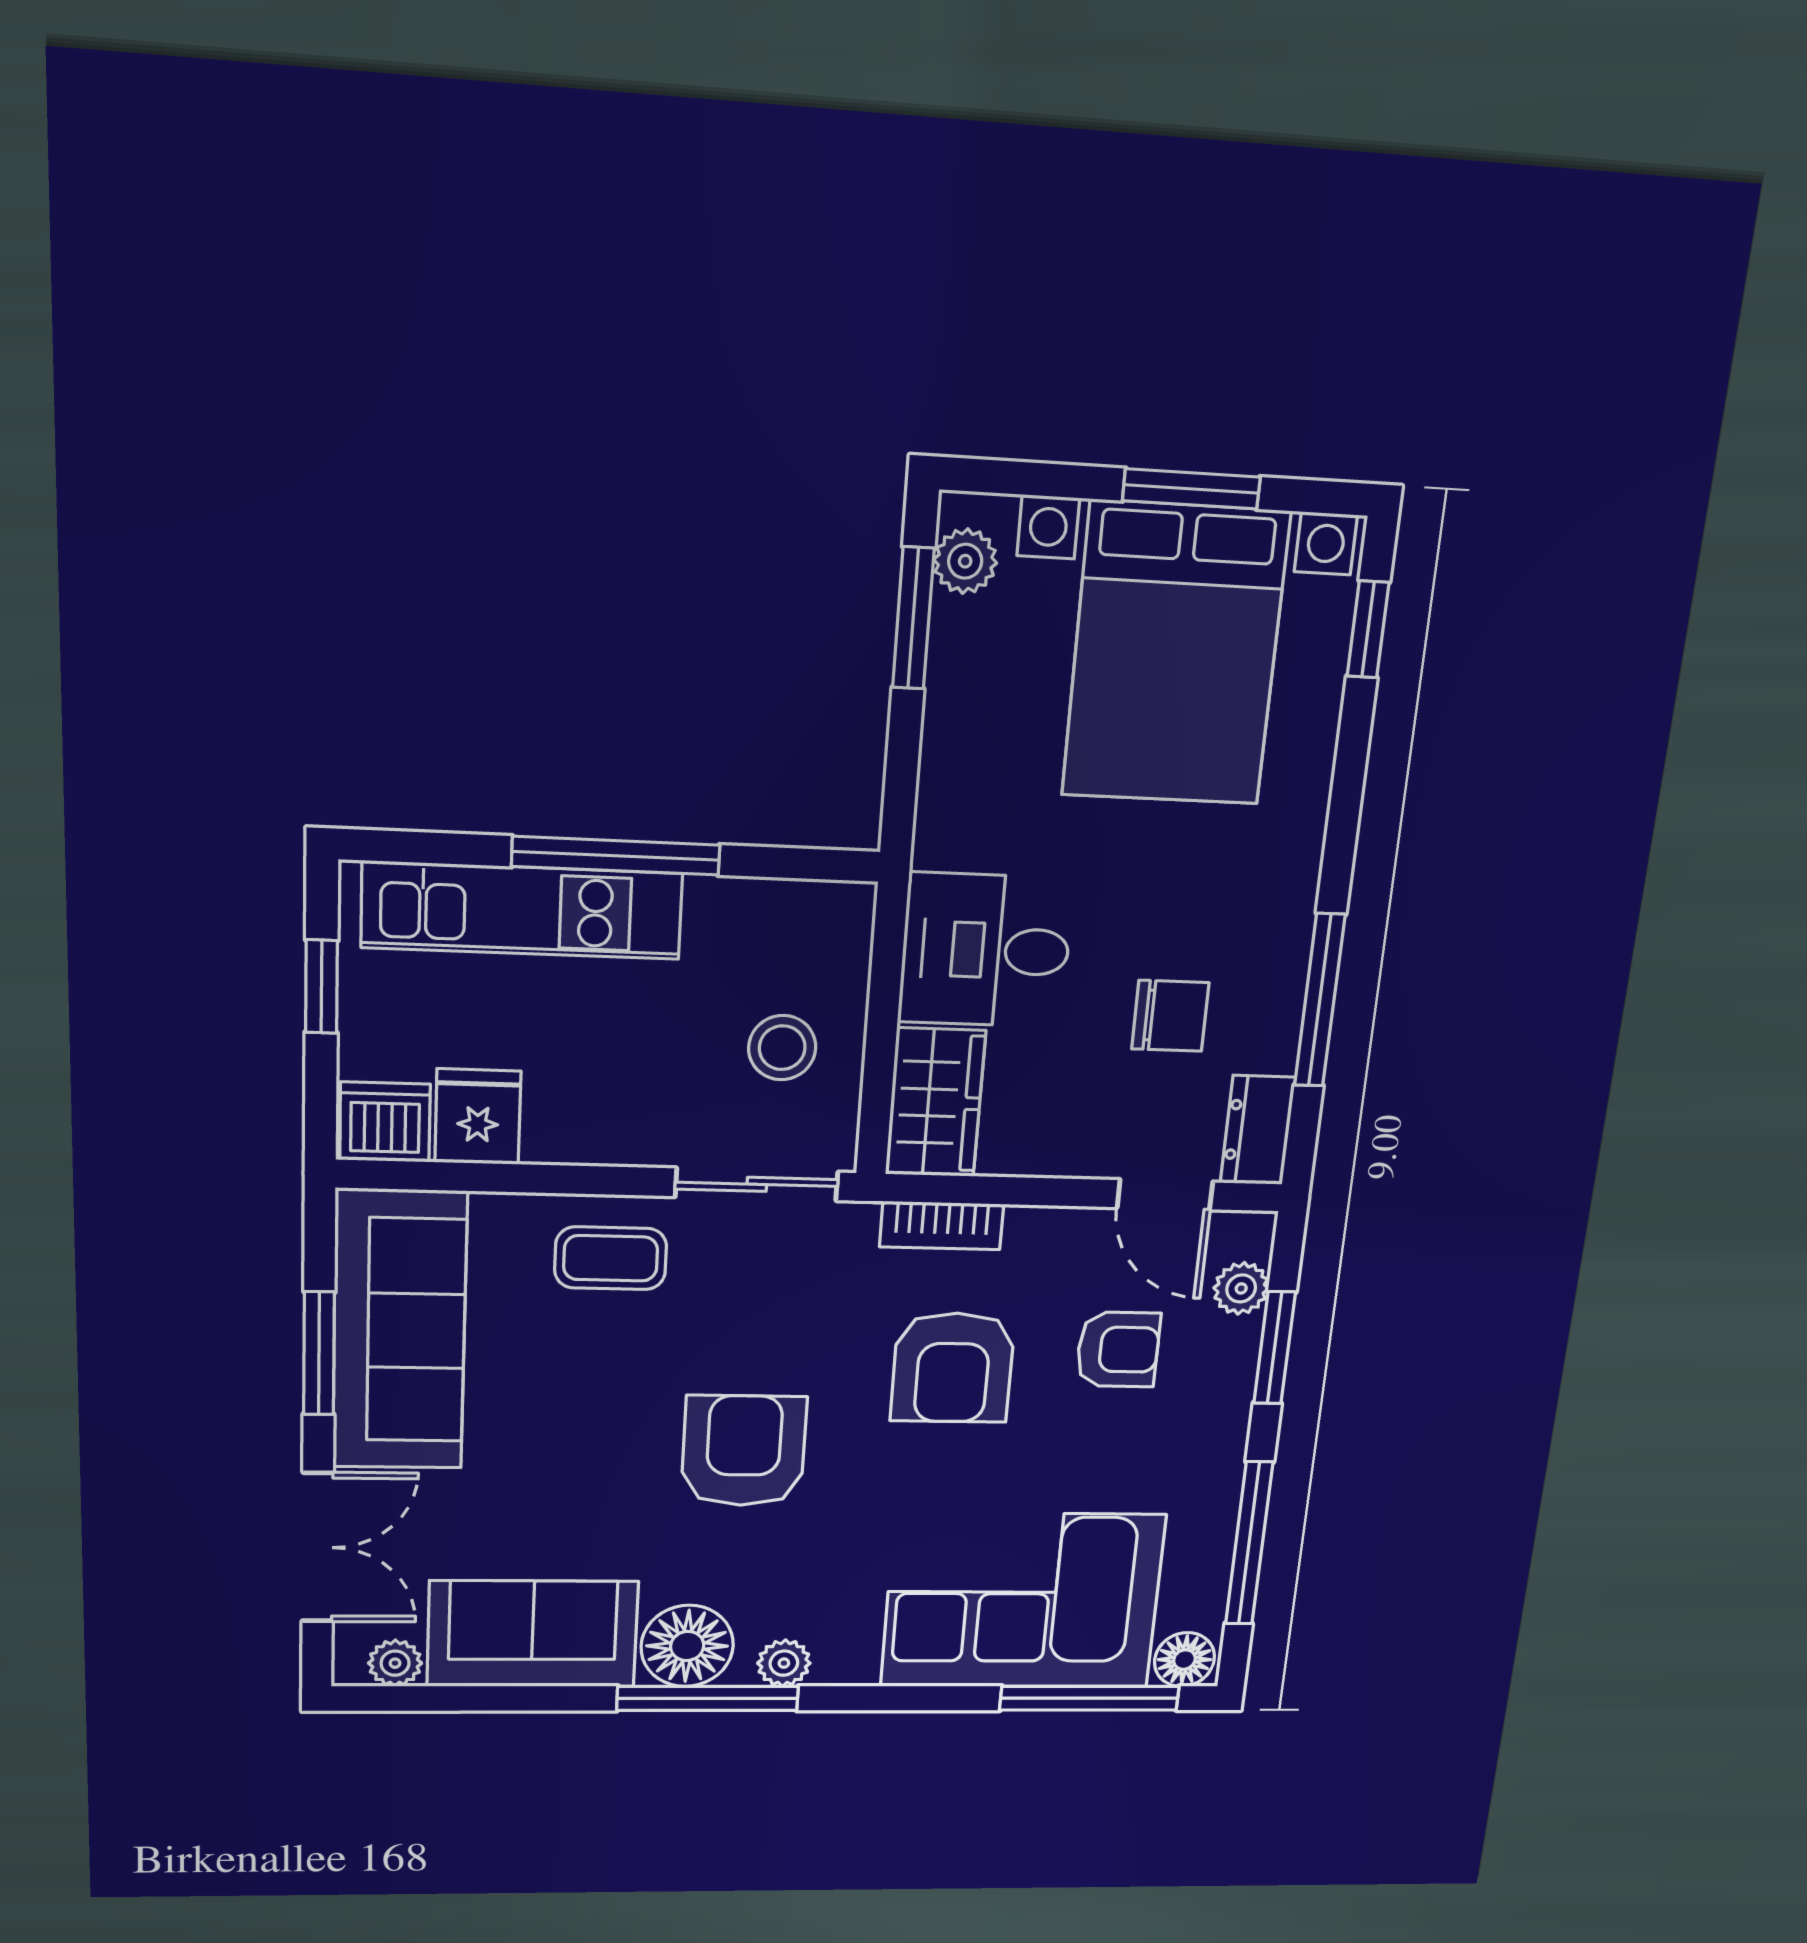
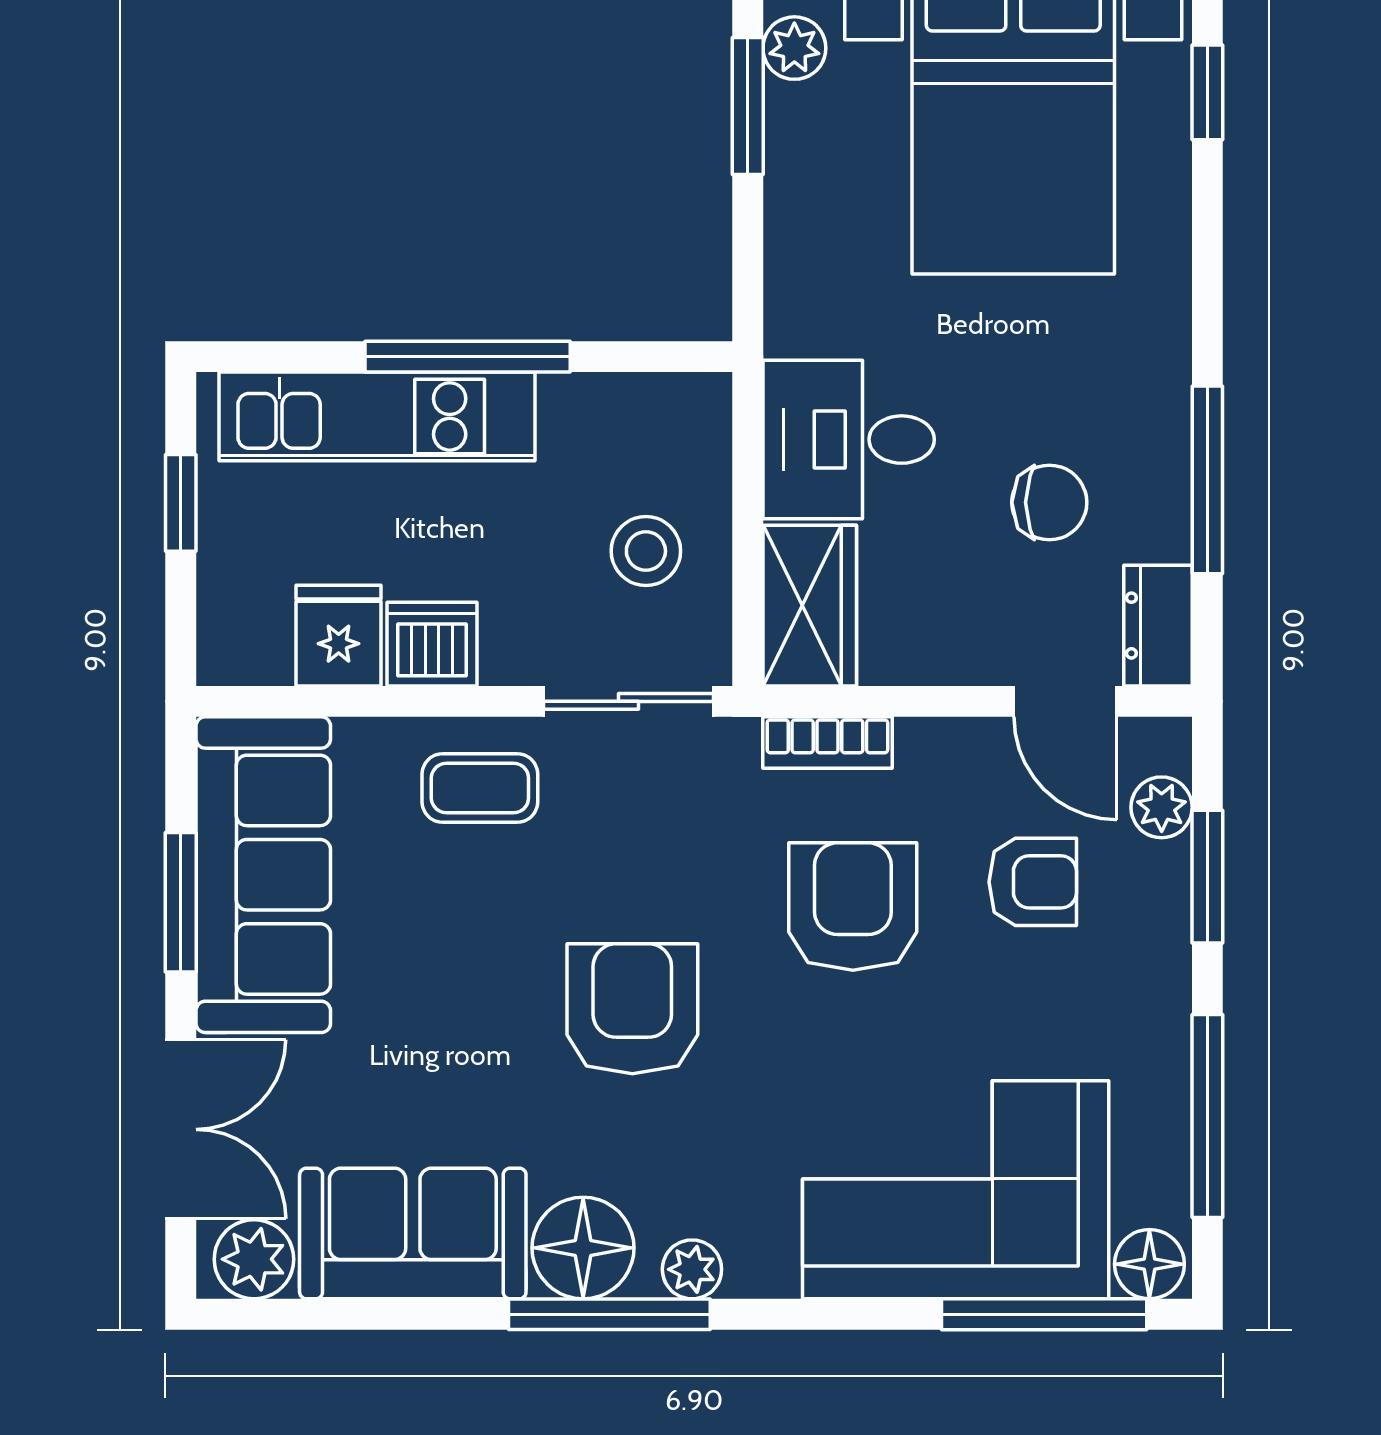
dishwasher: (385, 1122) -> (432, 644), moved
armchair: (953, 1368) -> (853, 907), turned 180
plant: (395, 1663) -> (254, 1259), width x1.38, depth x1.38

